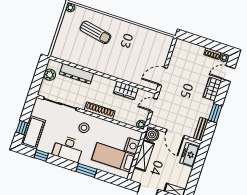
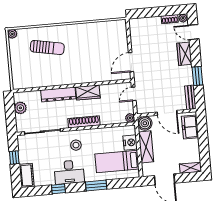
dresser: (77, 74) -> (58, 94), moved
door: (228, 74) -> (194, 32), hinge flipped
wardrobe: (126, 90) -> (88, 92), moved
window: (22, 128) -> (14, 158), moved
cot: (33, 132) -> (27, 175), width x0.73, depth x0.75
window: (41, 155) -> (58, 189), moved

